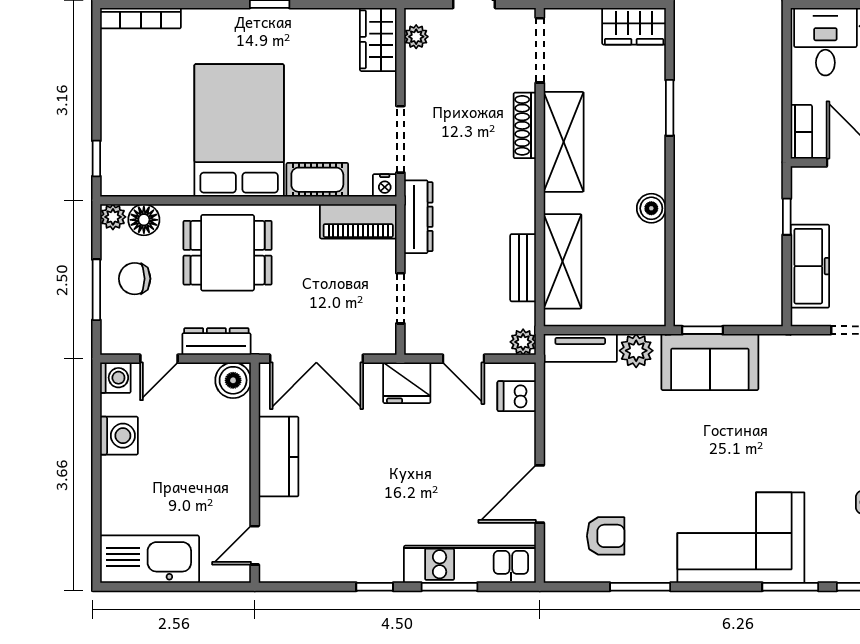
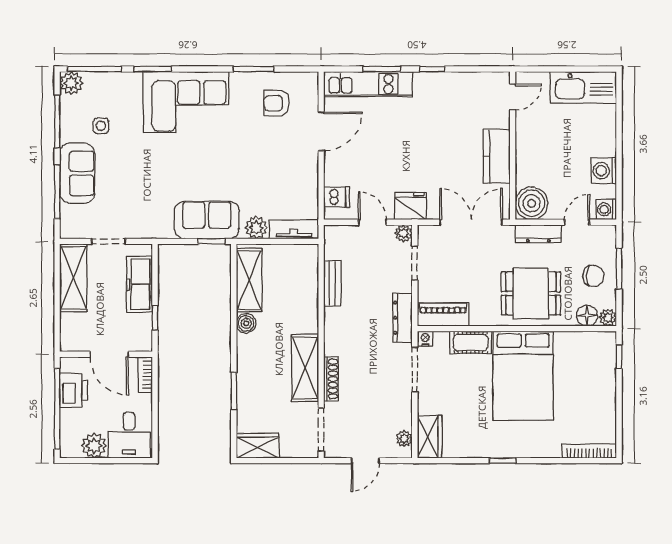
shelving: (562, 261) -> (249, 280), moved
plant: (523, 342) -> (403, 233), moved
boiler: (233, 380) -> (532, 203), width x1.37, depth x1.37

